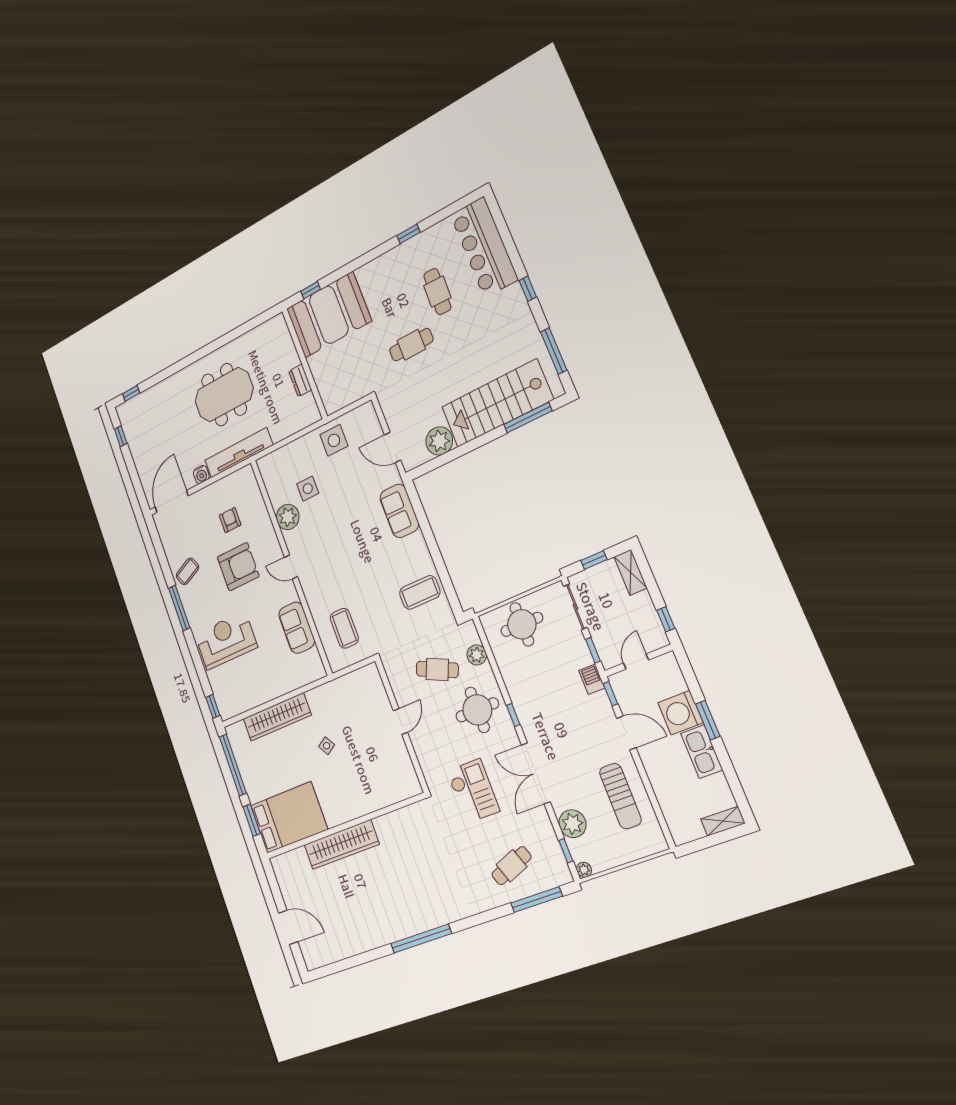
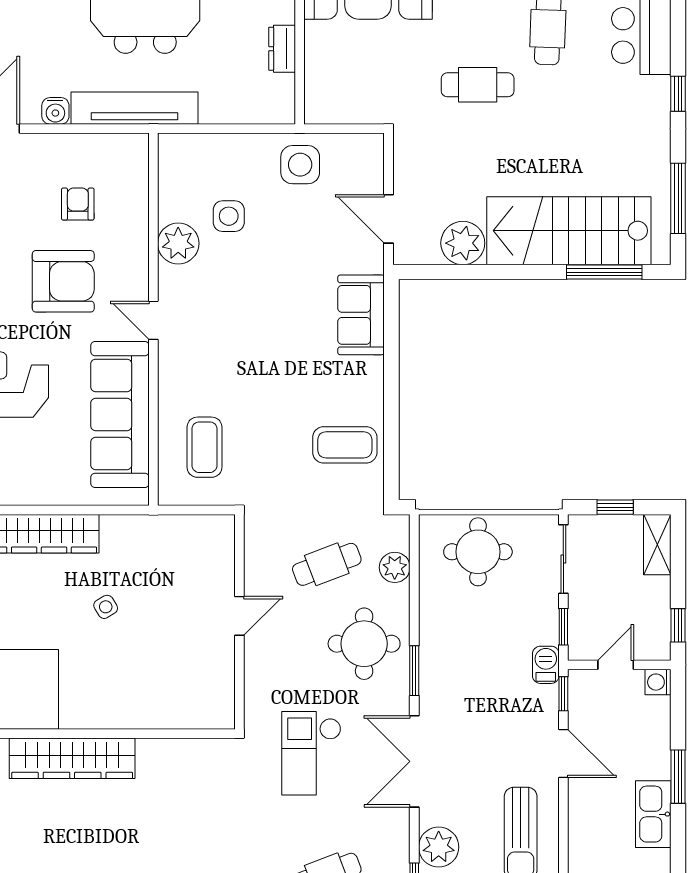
sofa: (297, 628) -> (120, 414), width x1.85, depth x1.27
cafe table: (437, 669) -> (327, 564), turned -45
washing machine: (680, 713) -> (658, 682), moved, width x0.53, depth x0.53
window: (513, 715) -> (414, 671), width x1.50
checkout: (473, 791) -> (311, 753), turned 180

